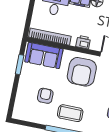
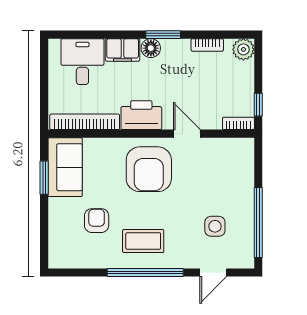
printer: (83, 42) -> (141, 115), width x1.87, depth x1.48
sofa: (44, 55) -> (65, 167), moved, turned -90

